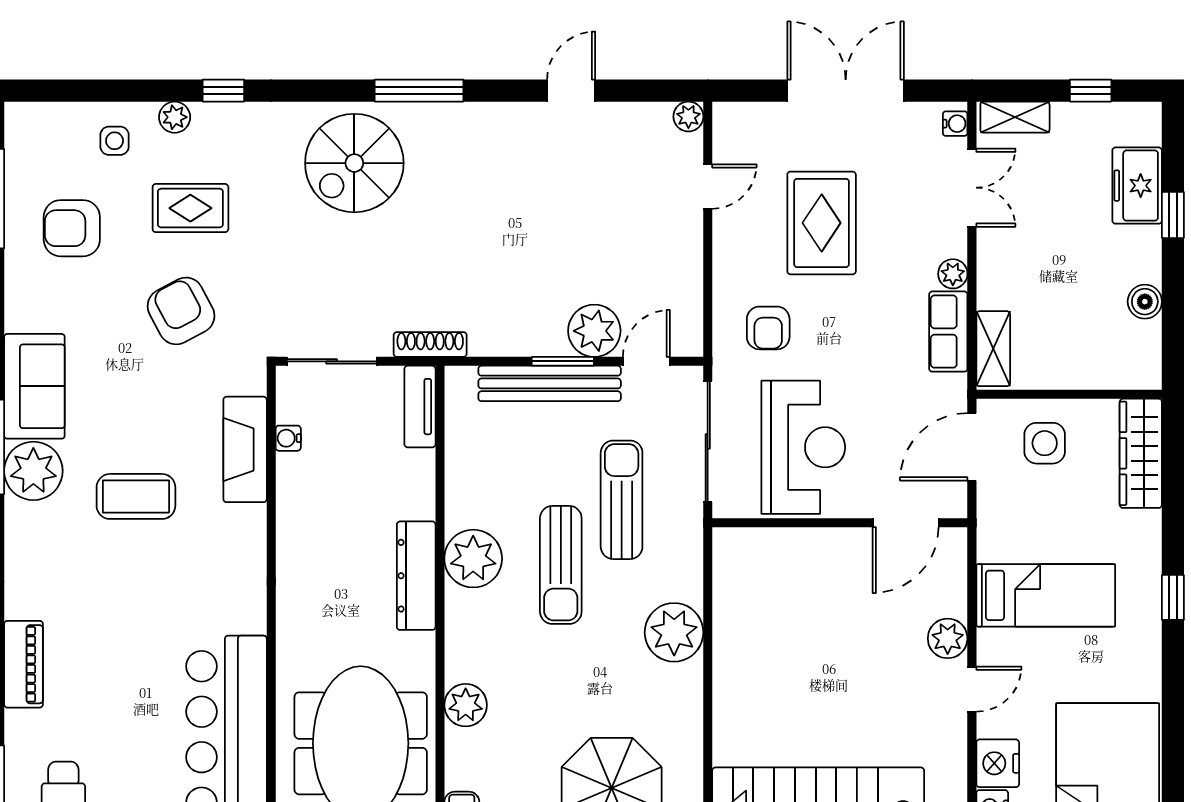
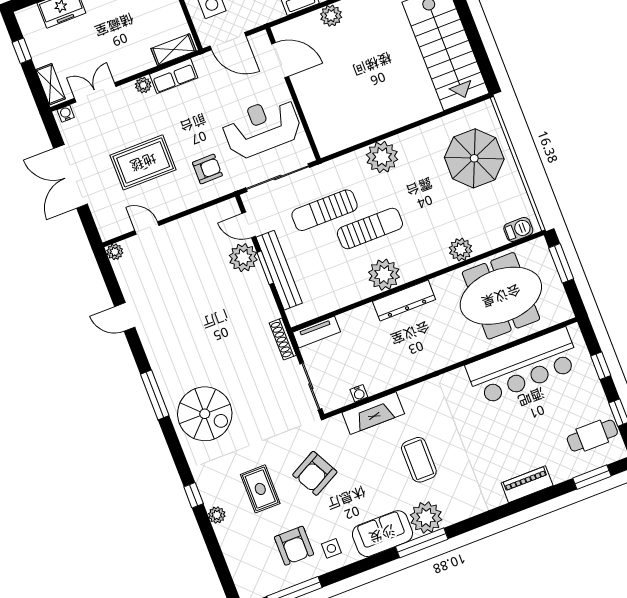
side table: (115, 141) -> (331, 548), moved

